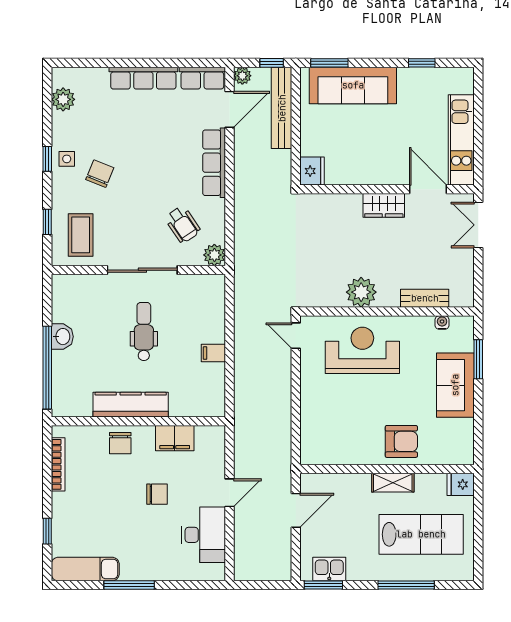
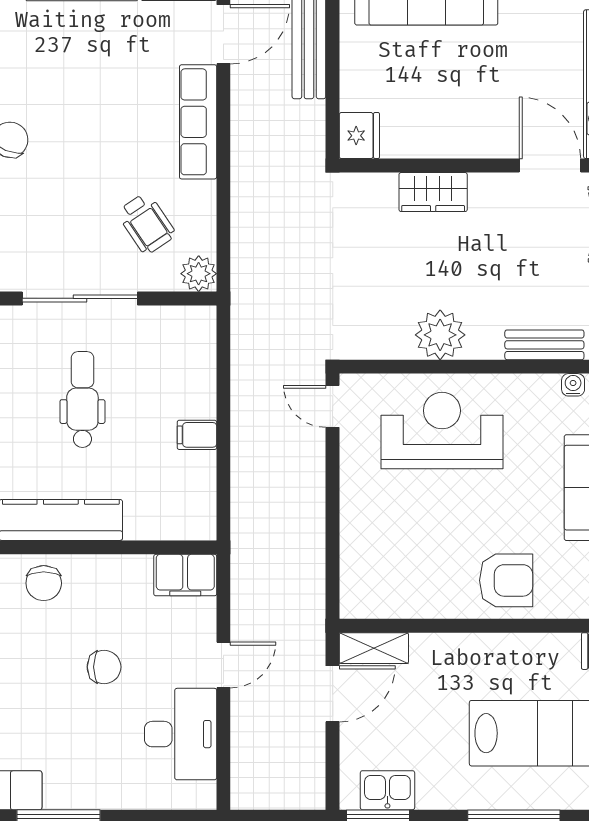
wardrobe: (384, 205) -> (433, 192), moved
filing cabinet: (175, 438) -> (185, 575), moved
shelving: (393, 483) -> (374, 648), moved

